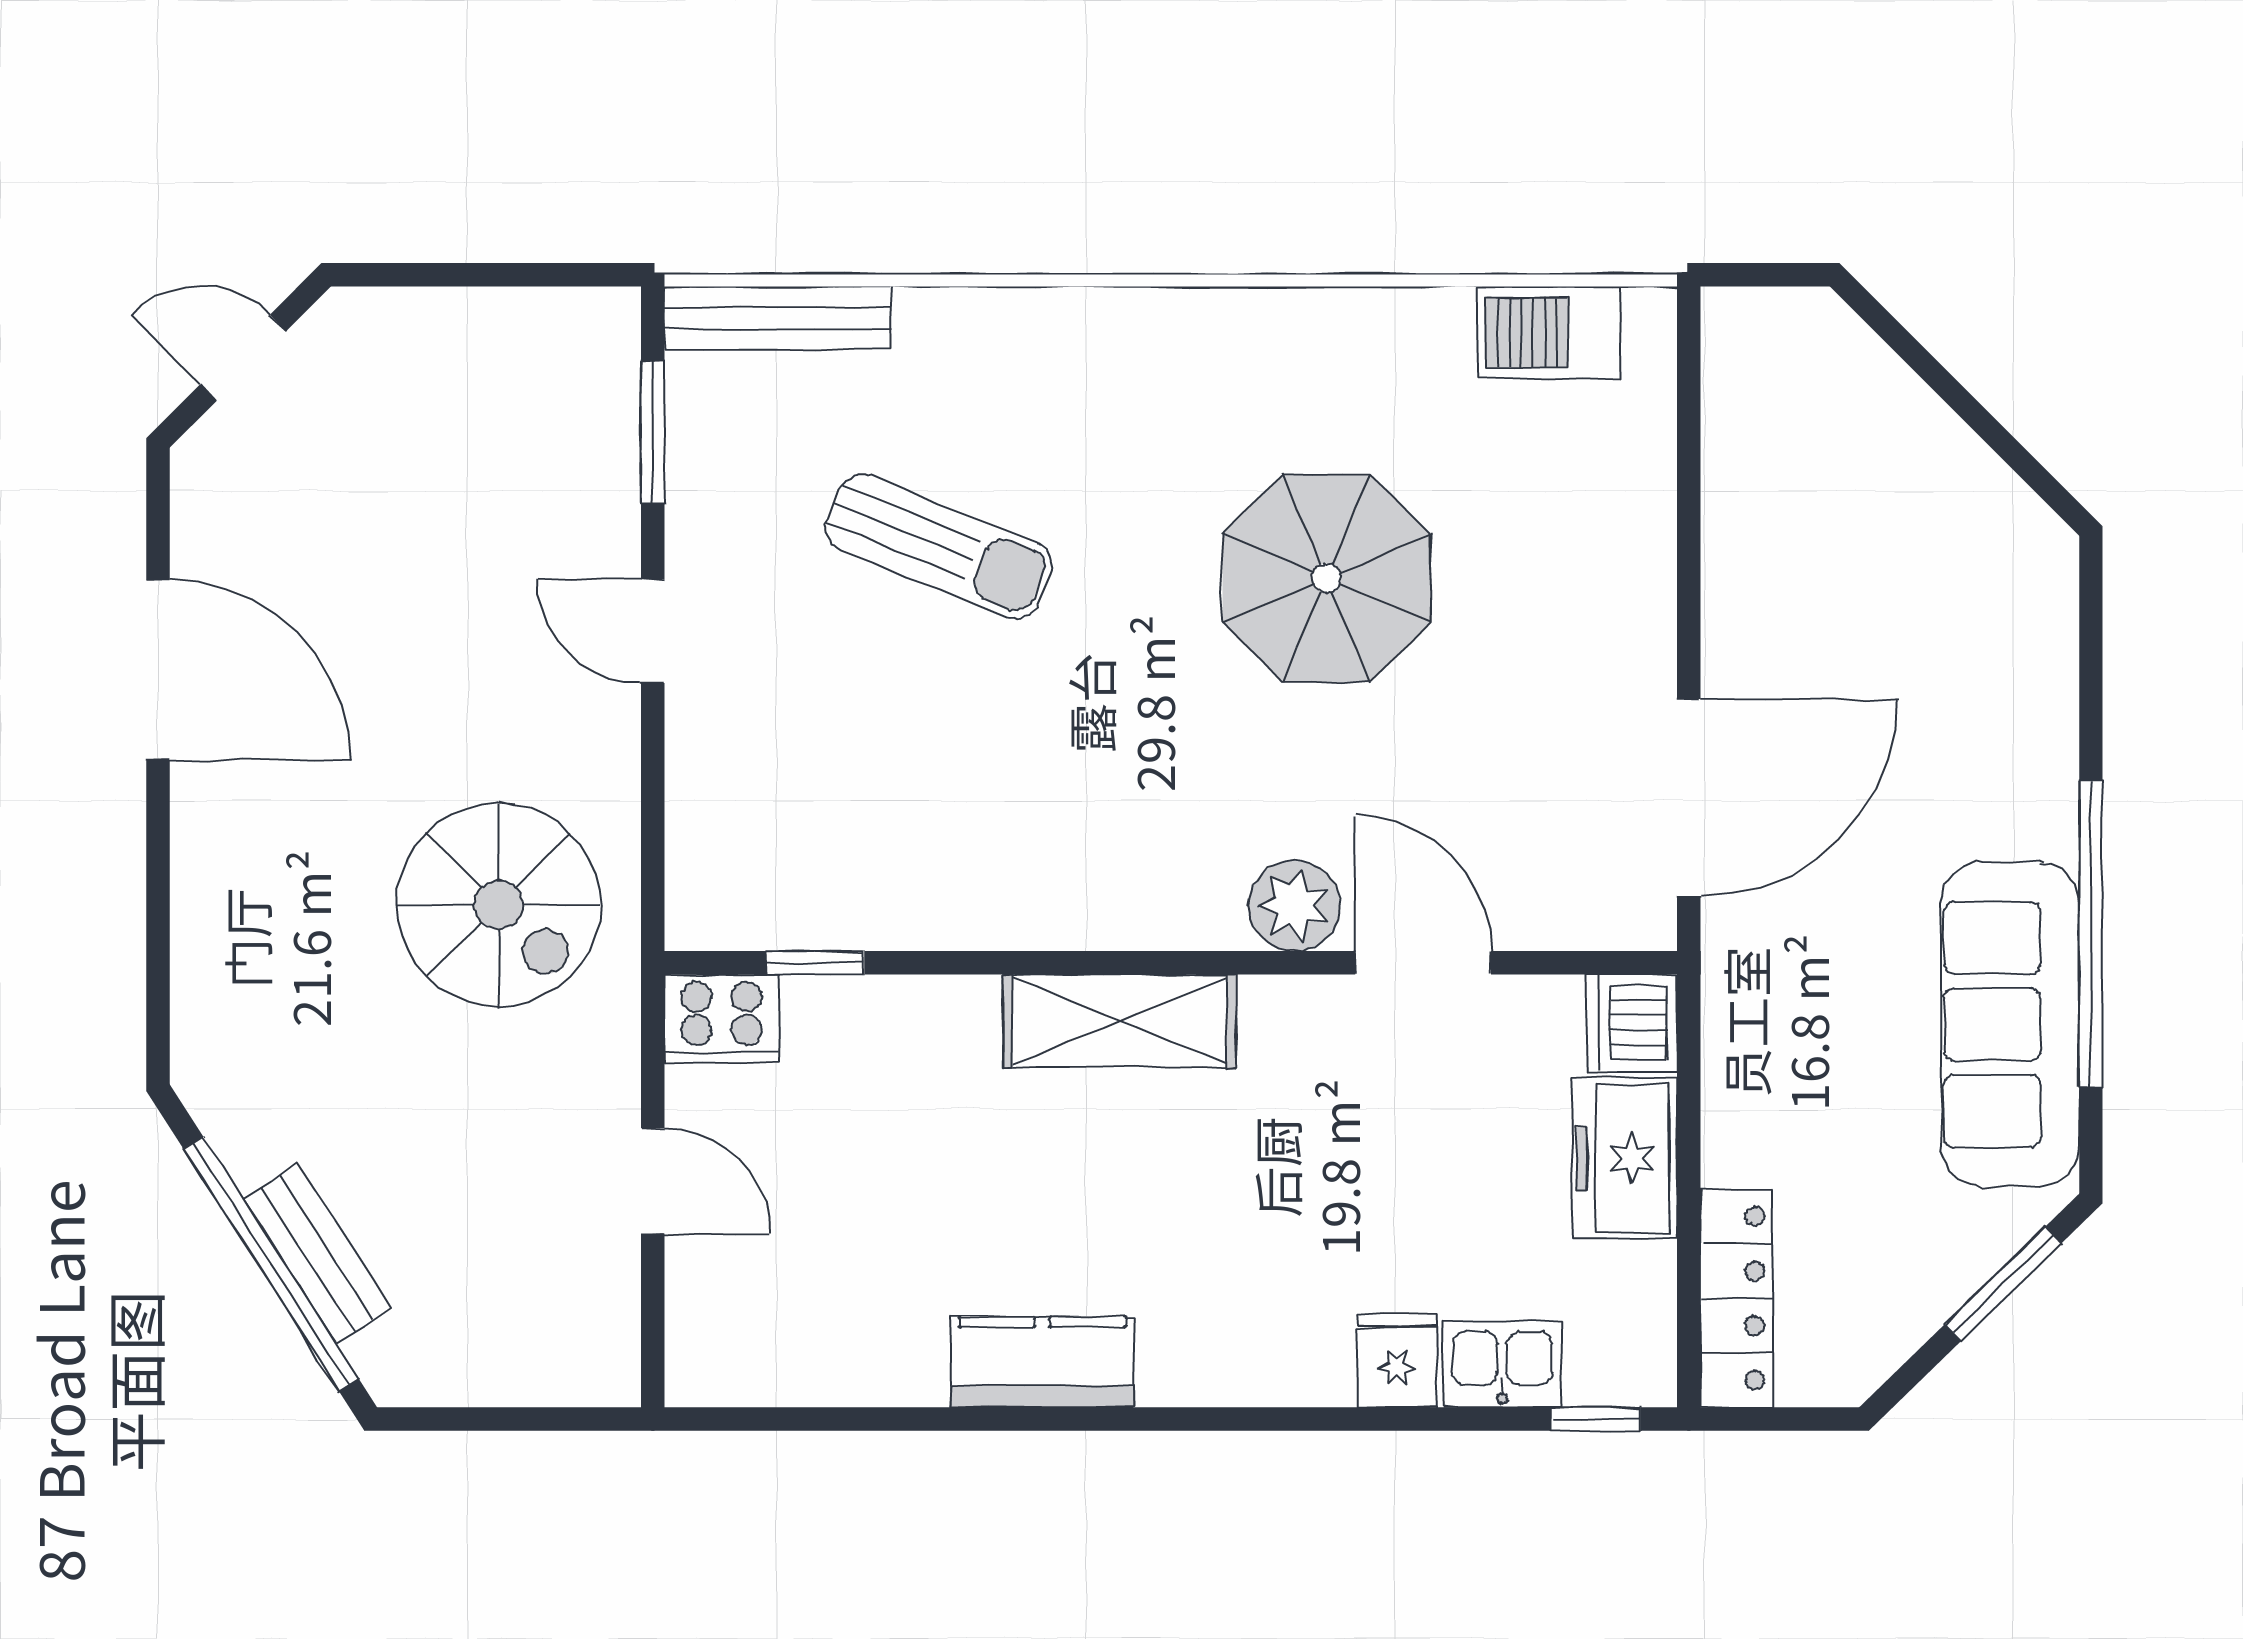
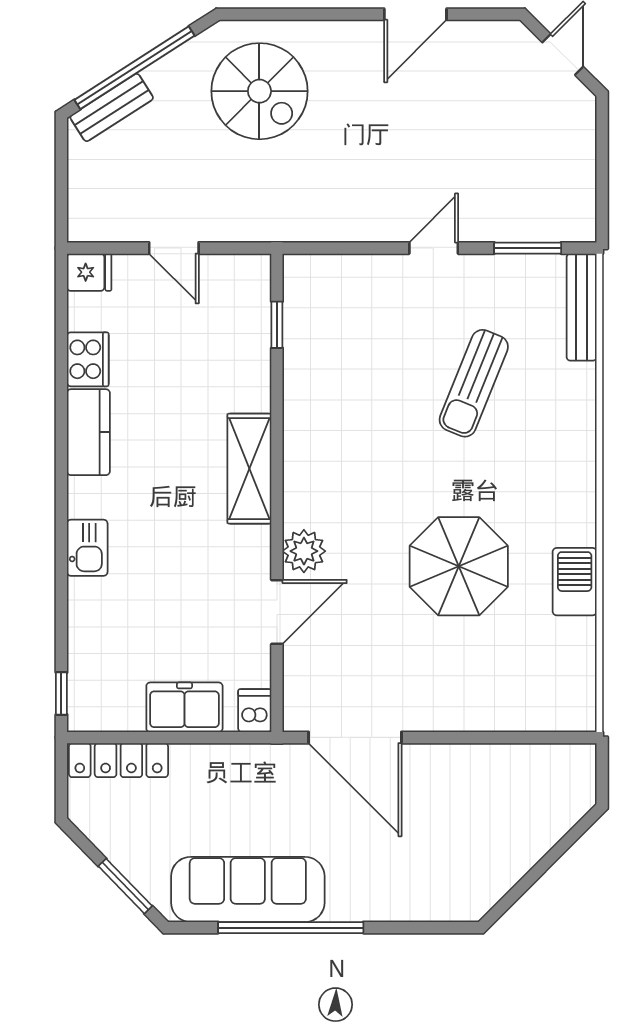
barbecue: (1548, 333) -> (575, 582), moved
door: (158, 670) -> (415, 14), width x0.73
spiral stairs: (498, 905) -> (259, 91), moved, turned -90
cooker: (722, 1019) -> (88, 359), moved, turned 180
dishwasher: (1632, 1023) -> (255, 711), width x0.73
door: (653, 1181) -> (174, 248), hinge flipped
bench: (317, 1253) -> (112, 107), moved
fridge: (1397, 1360) -> (89, 272), moved
kitchen sink: (1502, 1364) -> (87, 548), moved

